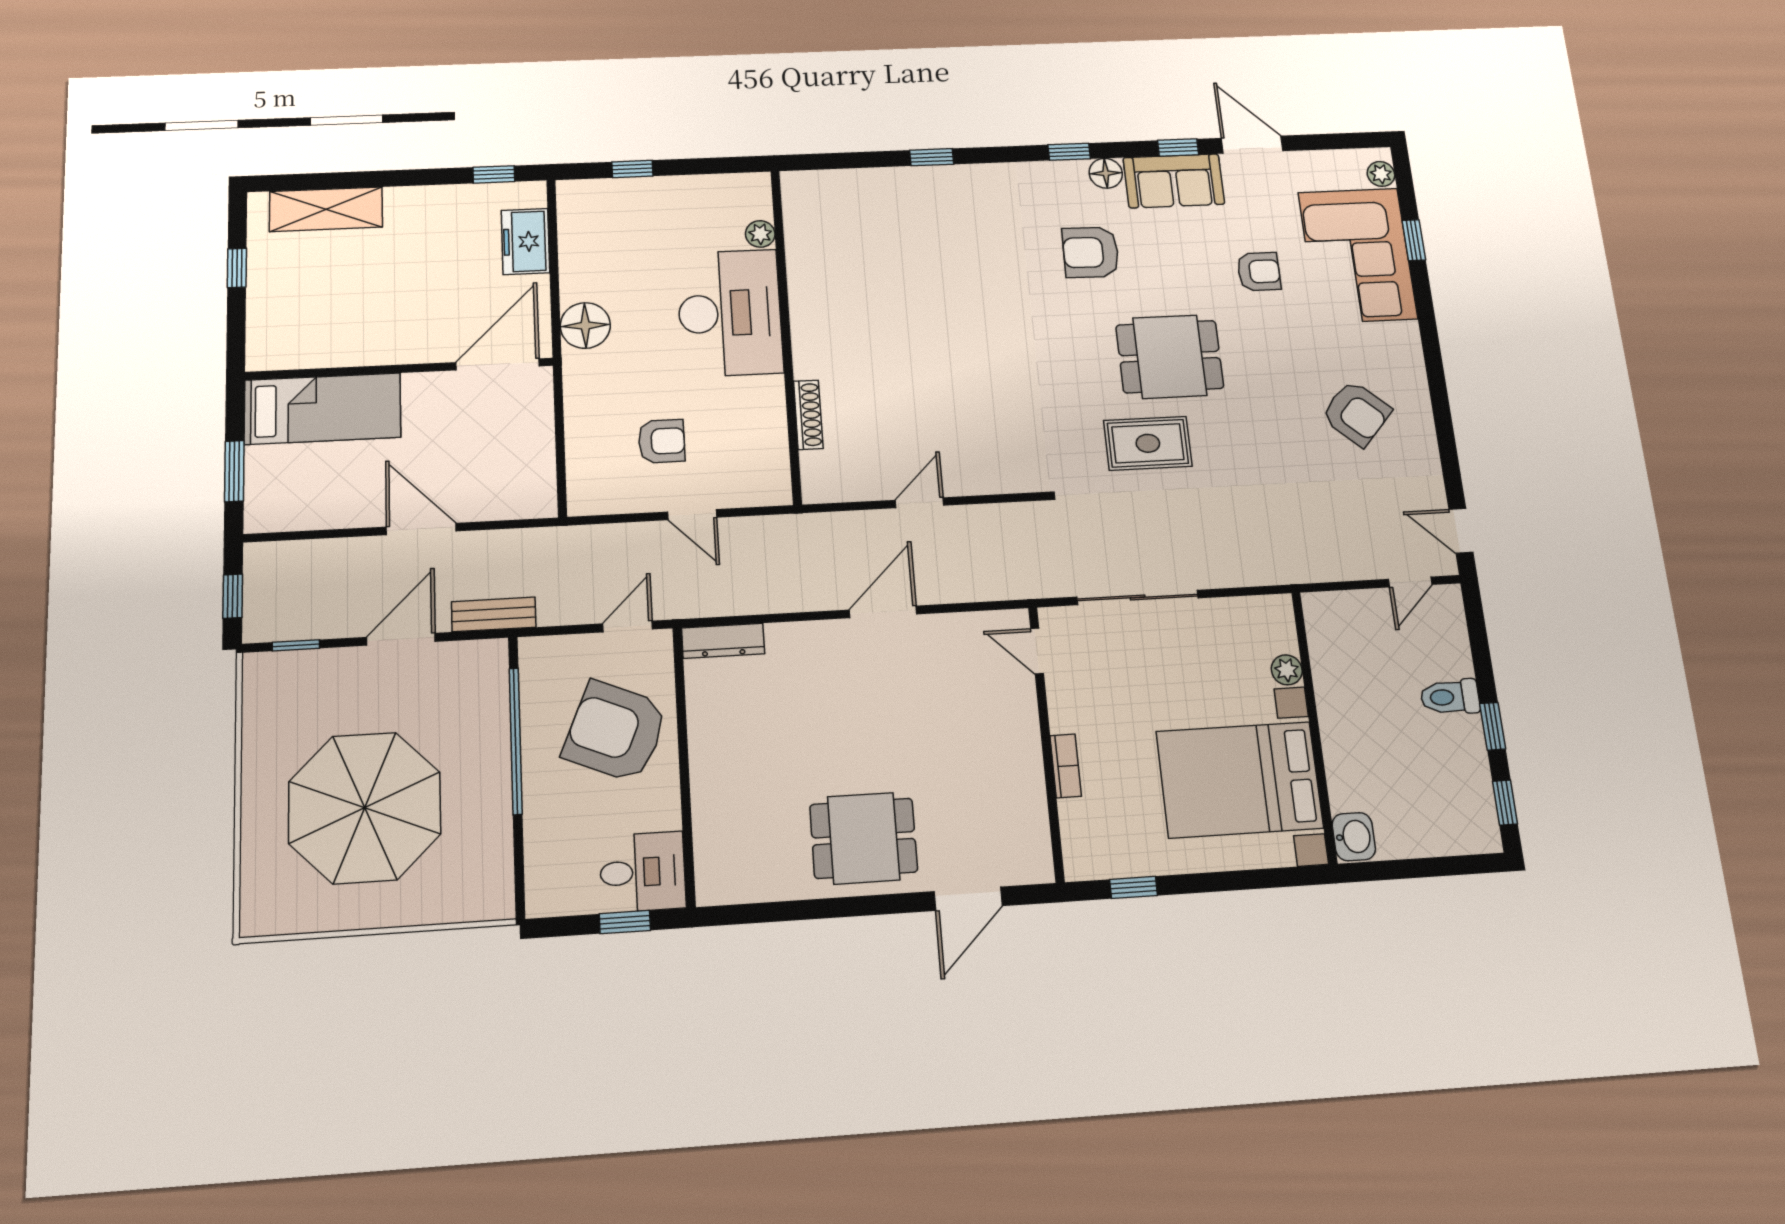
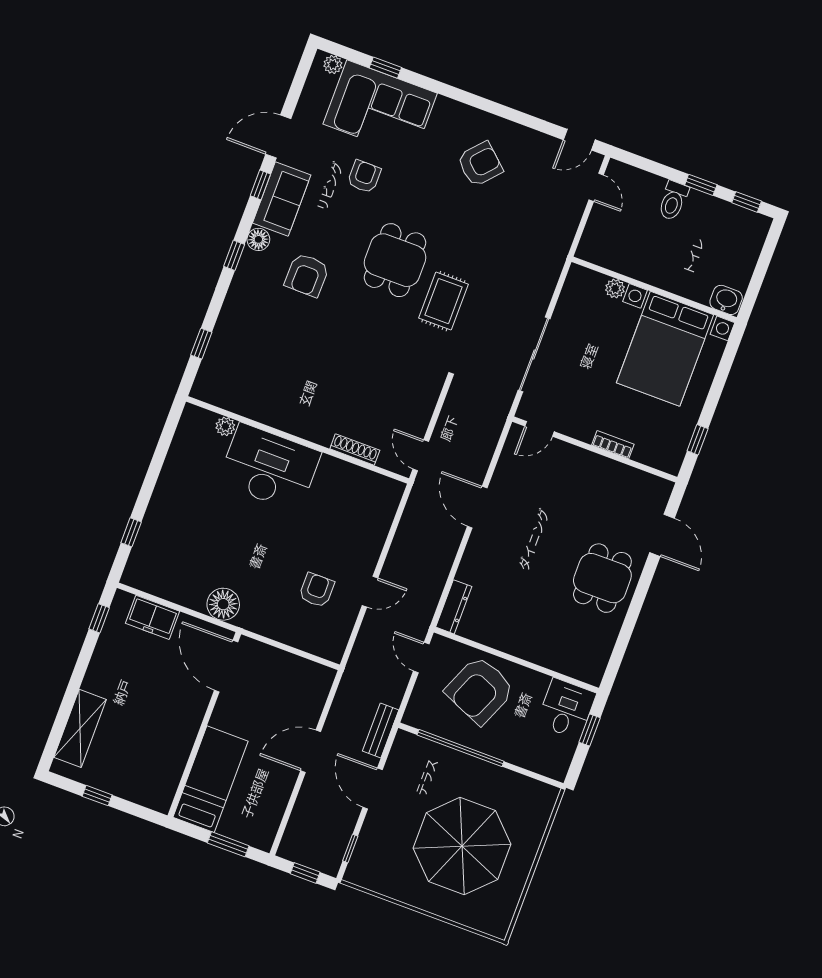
plant: (760, 234) -> (225, 426), moved
desk: (730, 313) -> (269, 468), moved
wall: (786, 334) -> (298, 440), moved
shoe rack: (808, 415) -> (355, 450), moved

